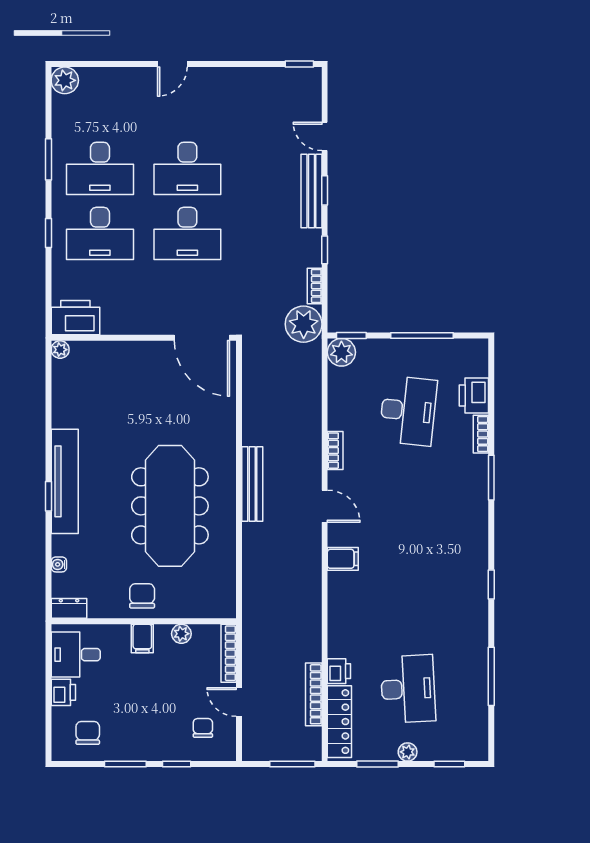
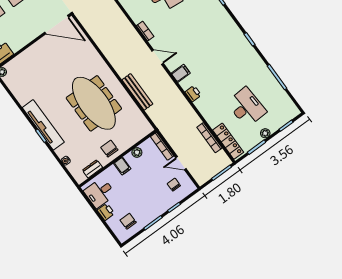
bench: (252, 484) -> (137, 92), moved
dresser: (69, 608) -> (92, 169), moved
printer: (339, 671) -> (193, 94), moved

